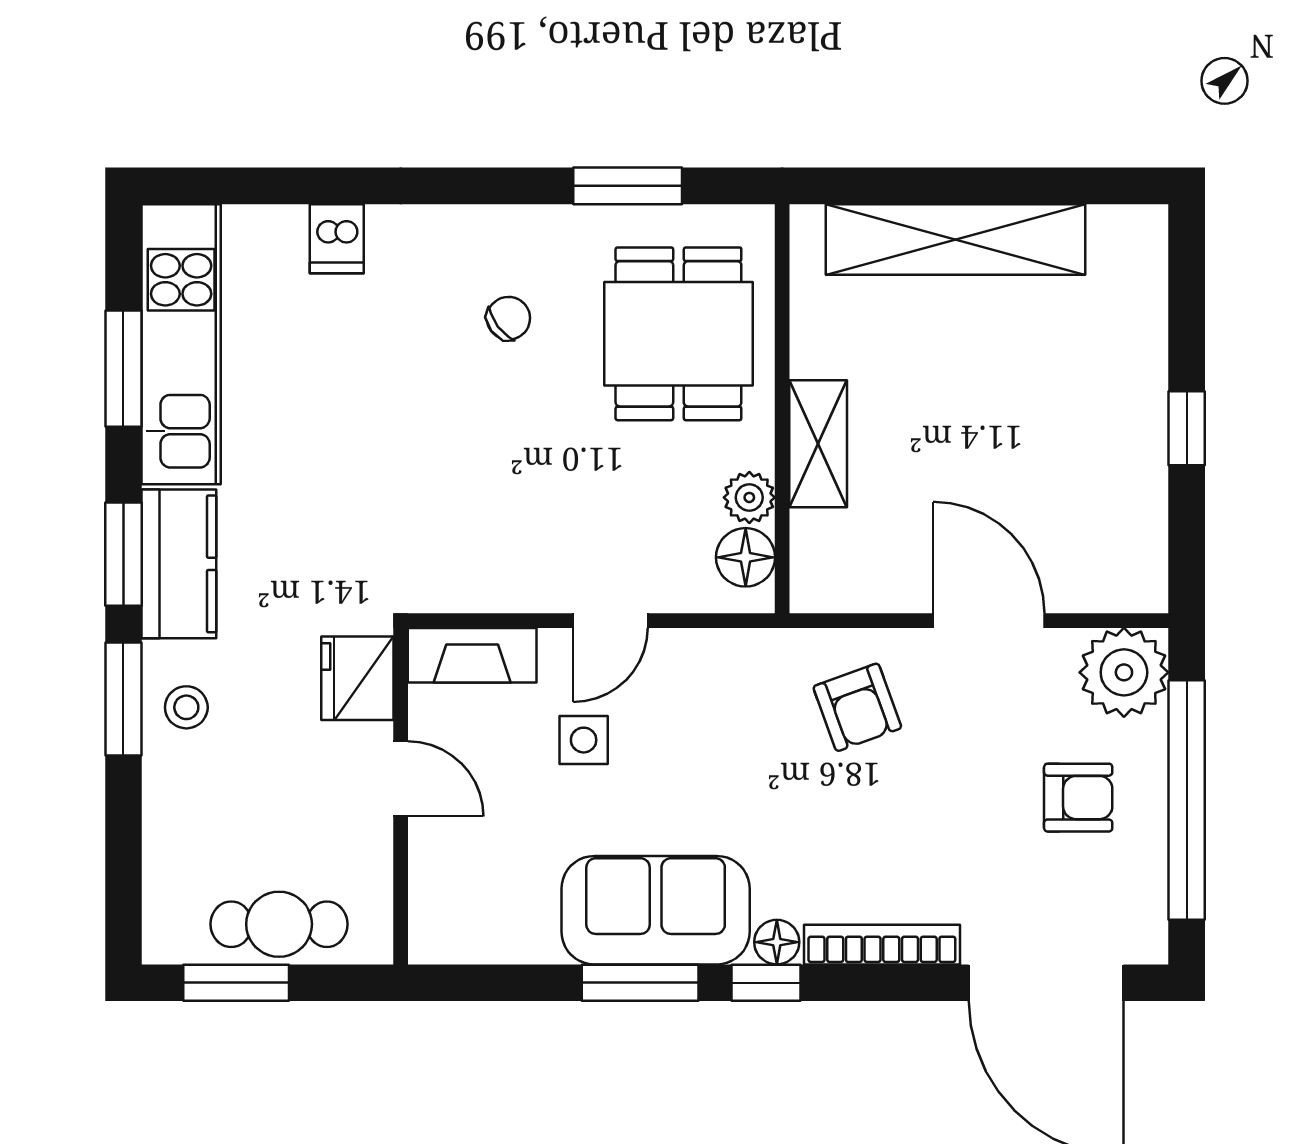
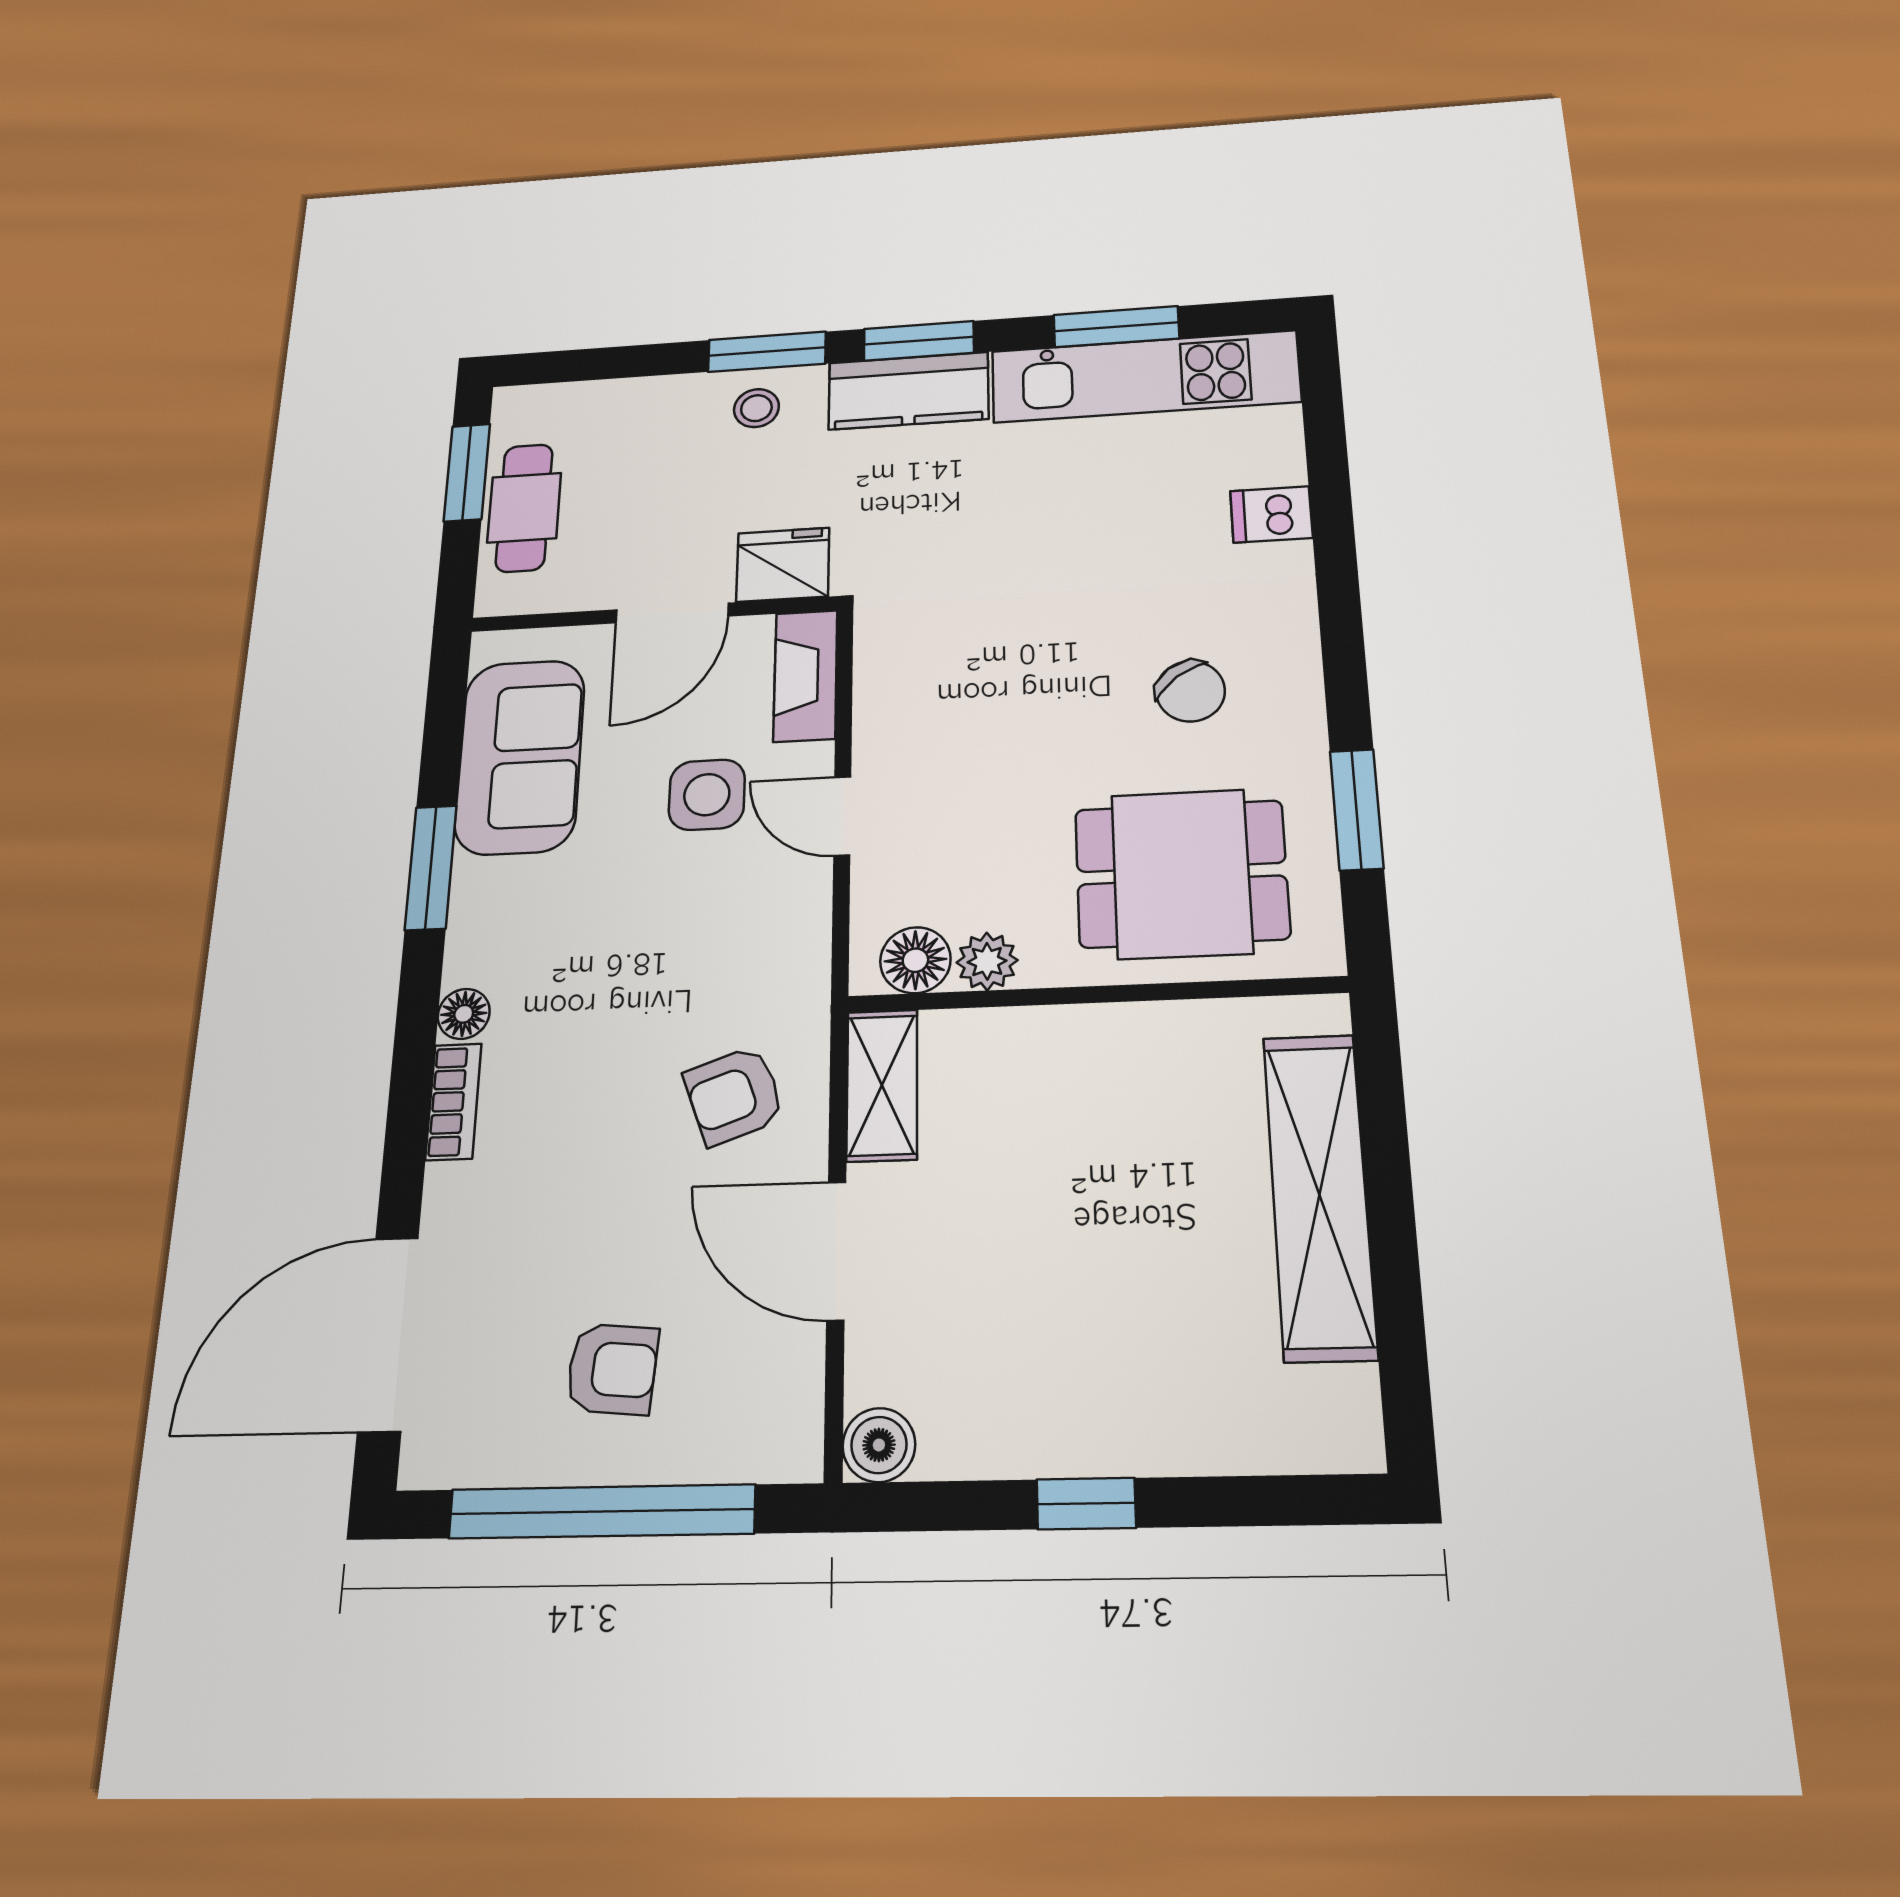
chair: (508, 318) -> (1190, 691), width x1.37, depth x1.37
shelving: (818, 444) -> (882, 1085), moved, turned 90
boiler: (1141, 585) -> (879, 1445), added
door: (989, 621) -> (836, 1251), swing flipped
plant: (1124, 672) -> (768, 1425), removed
side table: (584, 740) -> (707, 795), width x1.37, depth x1.37
door: (401, 779) -> (672, 613), width x1.38
armchair: (1078, 798) -> (612, 1369), turned -85
sofa: (656, 910) -> (520, 756), moved
bookcase: (882, 945) -> (454, 1102), width x0.64
window: (766, 983) -> (418, 1004), removed

